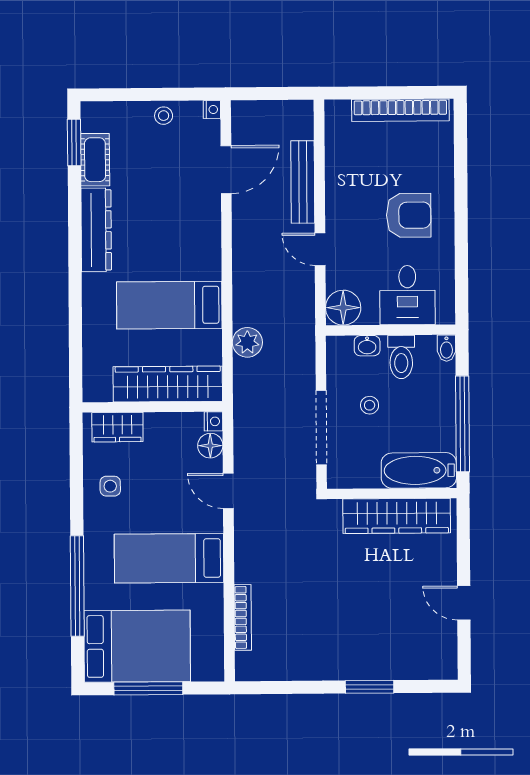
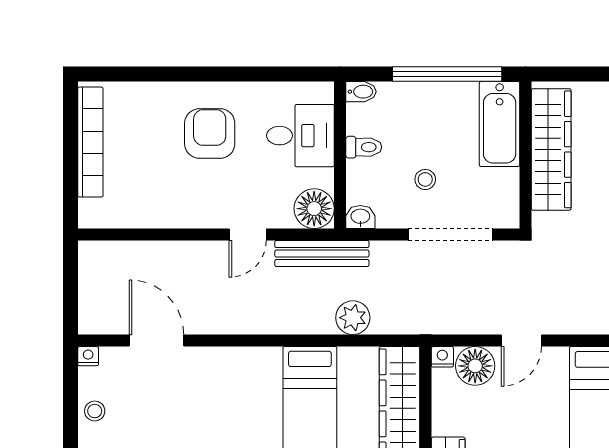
bench: (303, 182) -> (322, 254), moved
washbasin: (367, 346) -> (360, 217), moved, turned -90
toilet: (401, 357) -> (364, 147), width x0.73, depth x0.72
floor lamp: (210, 446) -> (475, 366), width x1.38, depth x1.38

